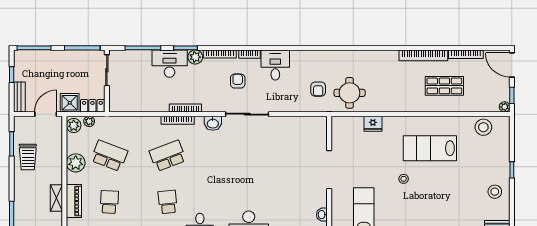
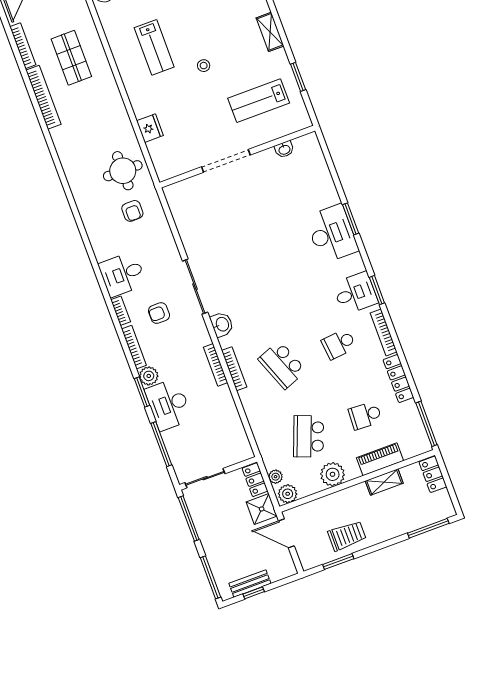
armchair: (318, 89) -> (132, 211), turned 90
bench: (19, 97) -> (250, 583), moved
lab bench: (430, 148) -> (154, 47), width x0.73, depth x0.72

